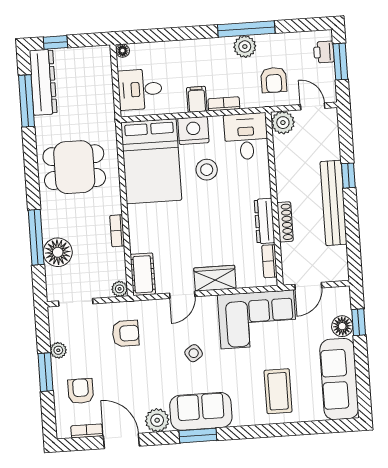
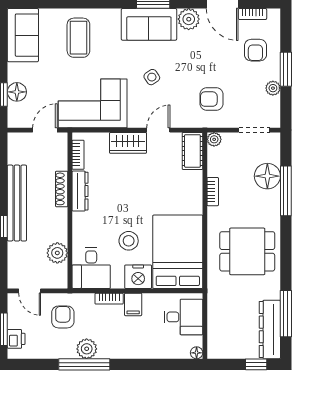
plant: (283, 123) -> (57, 253), moved
sofa: (339, 379) -> (23, 35), width x0.73

